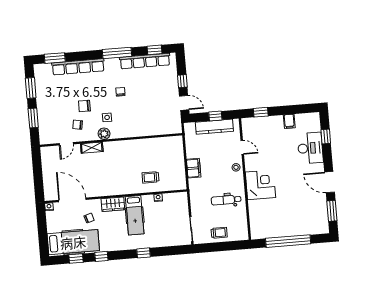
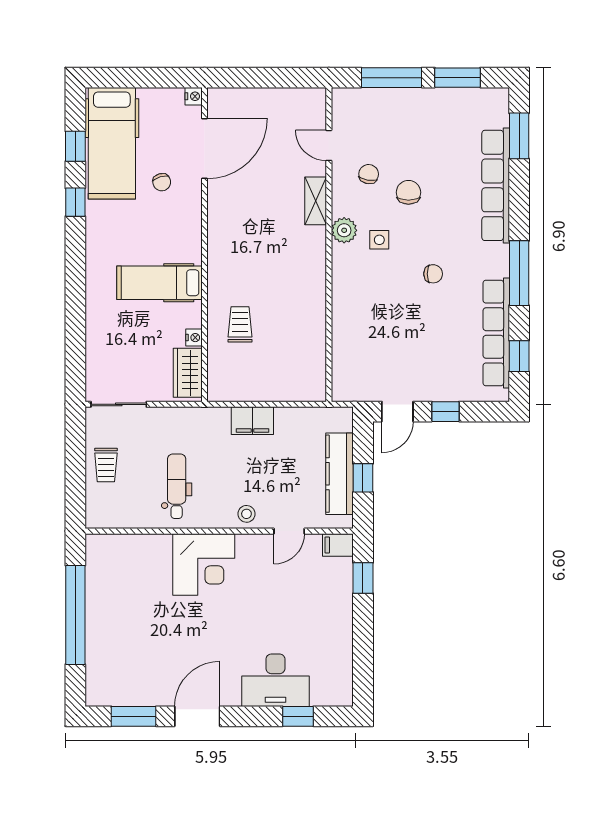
window: (33, 118) -> (391, 78), width x1.44
filing cabinet: (289, 121) -> (338, 545), moved
wardrobe: (113, 204) -> (188, 373), moved
window: (144, 253) -> (75, 295), removed

